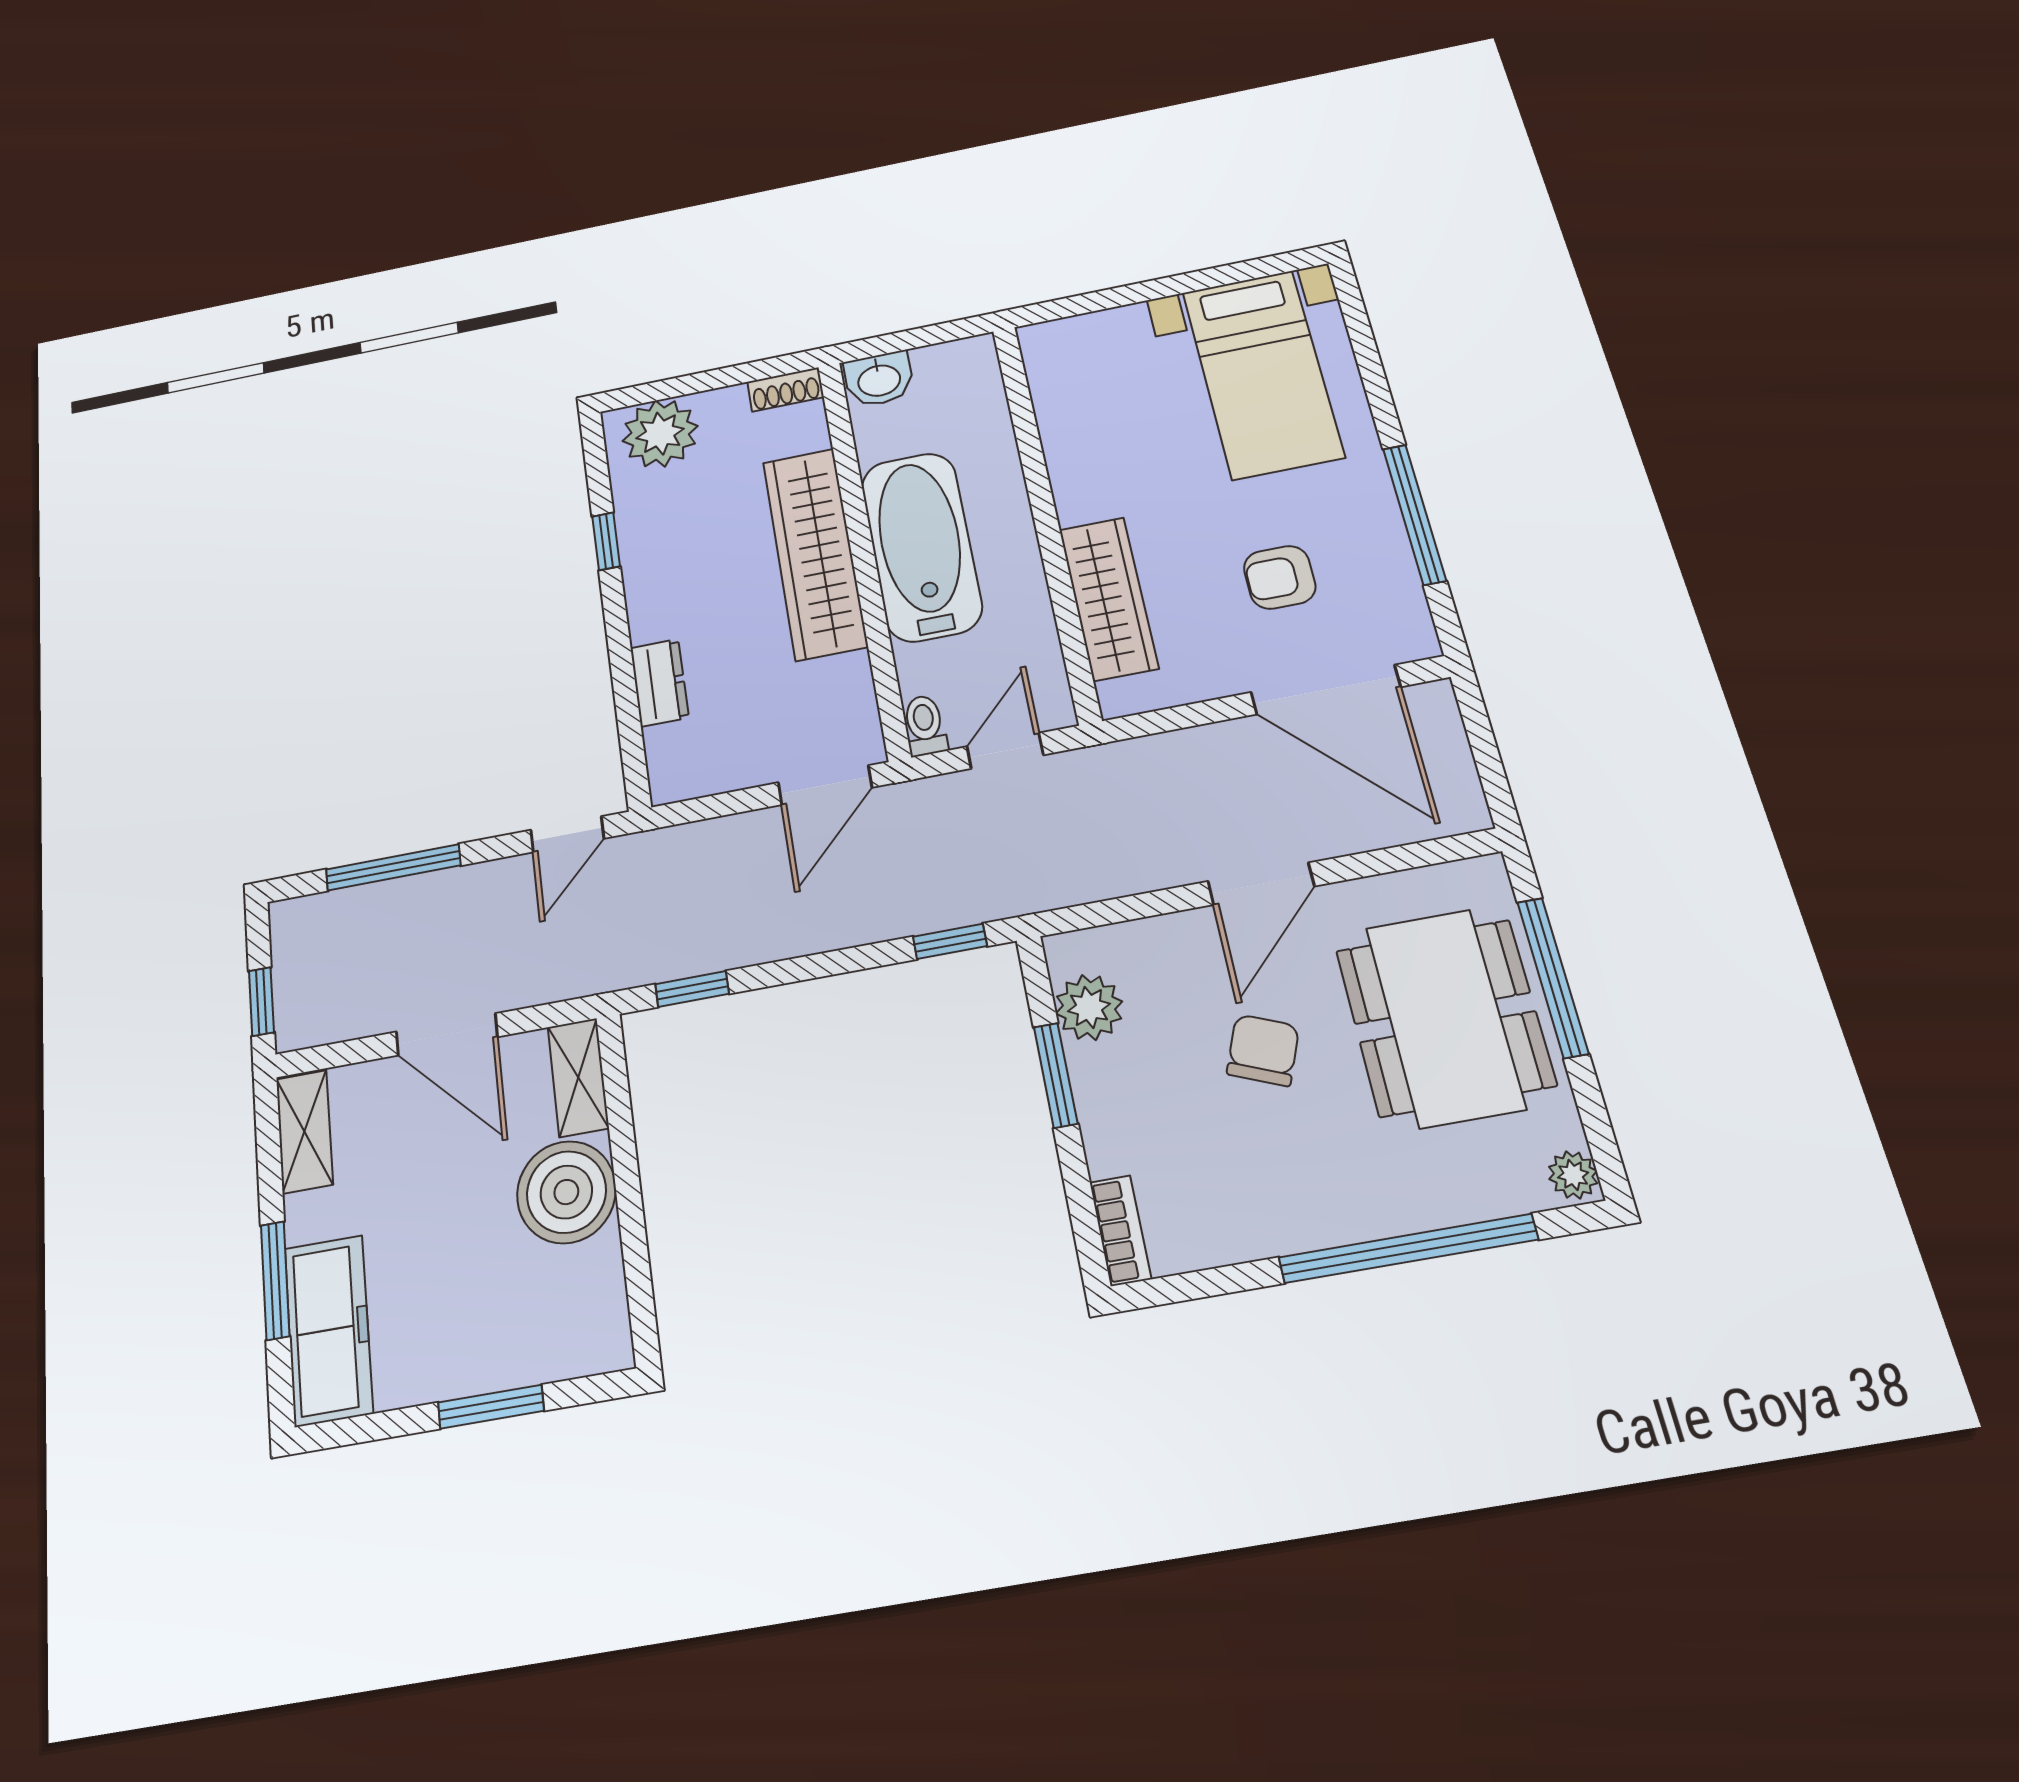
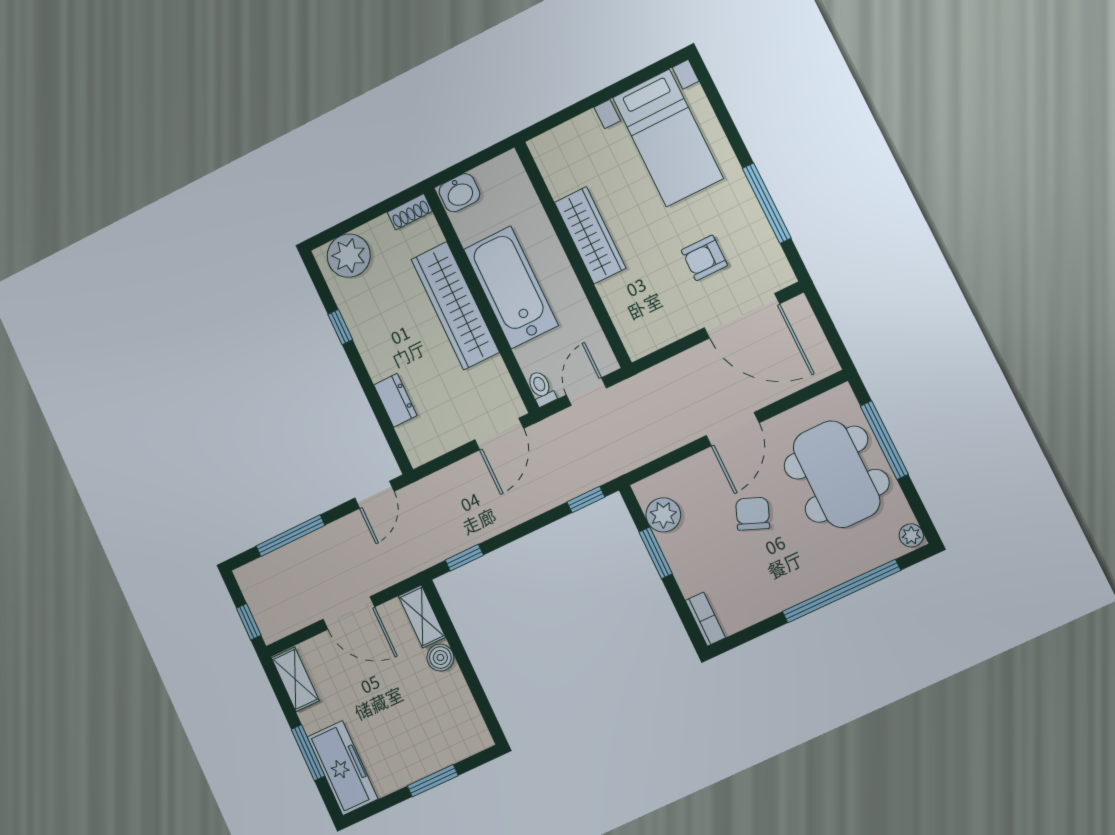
wardrobe: (1108, 598) -> (590, 235), moved
boiler: (566, 1192) -> (440, 658), width x0.54, depth x0.54

